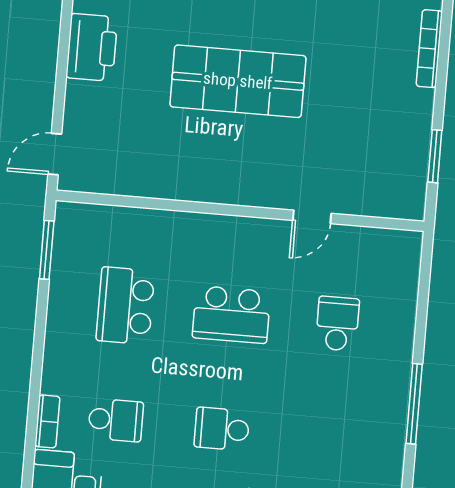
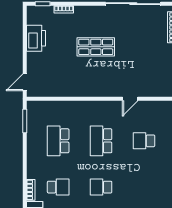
shop shelf: (238, 81) -> (96, 47), width x0.70, depth x0.74
school desk: (231, 315) -> (101, 141), turned 90
school desk: (337, 323) -> (144, 141), turned -90

